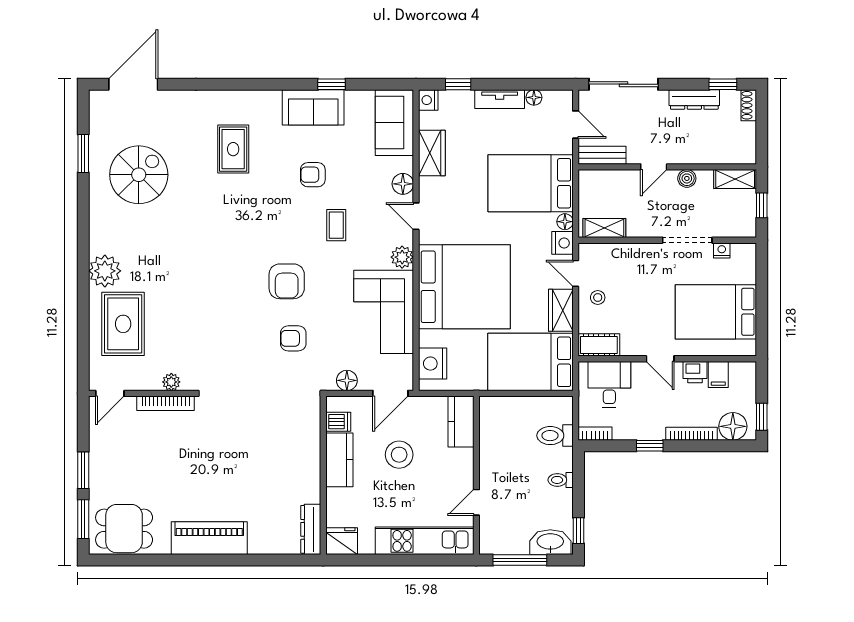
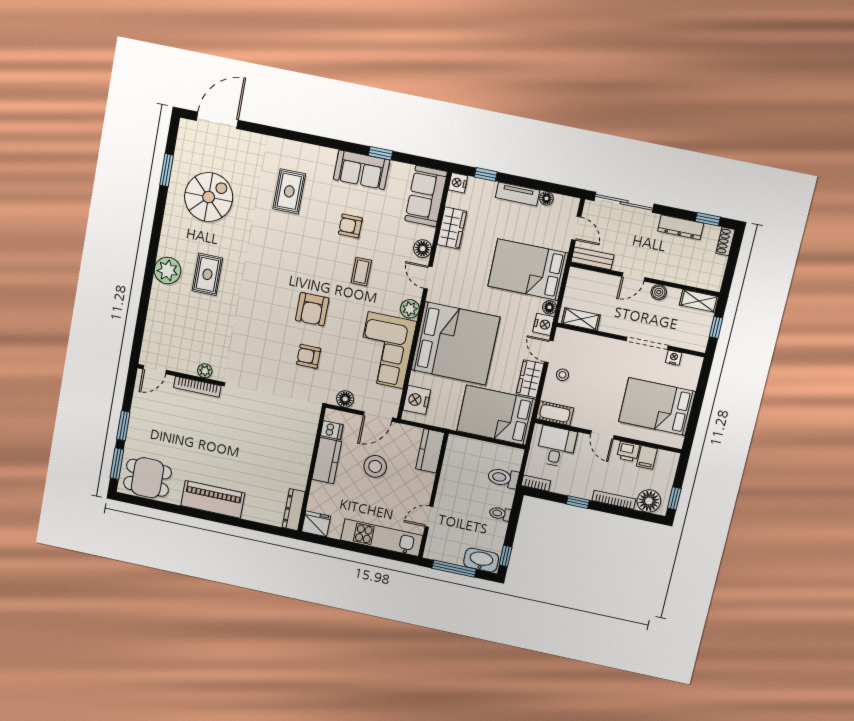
rug: (123, 324) -> (207, 274), moved, width x0.73, depth x0.70

